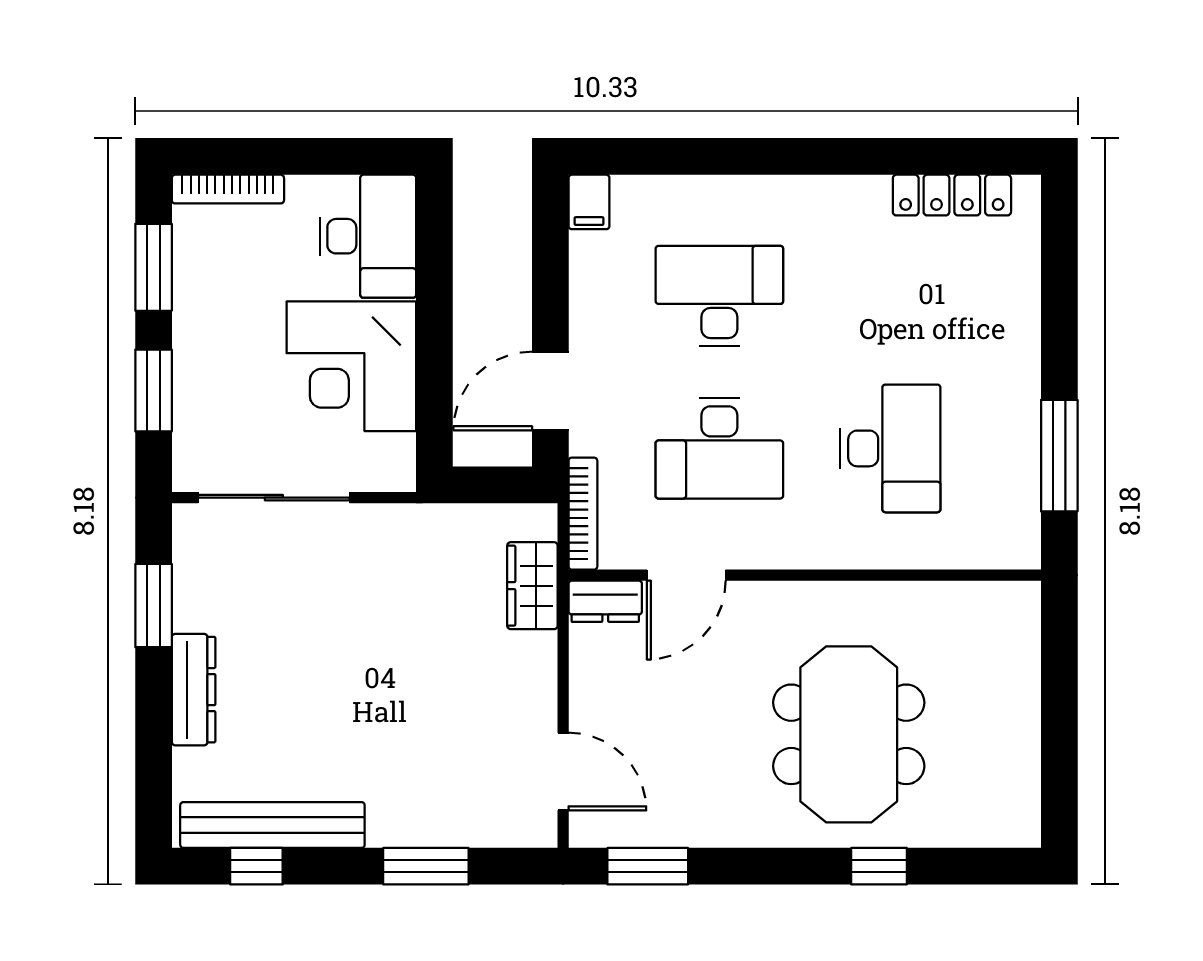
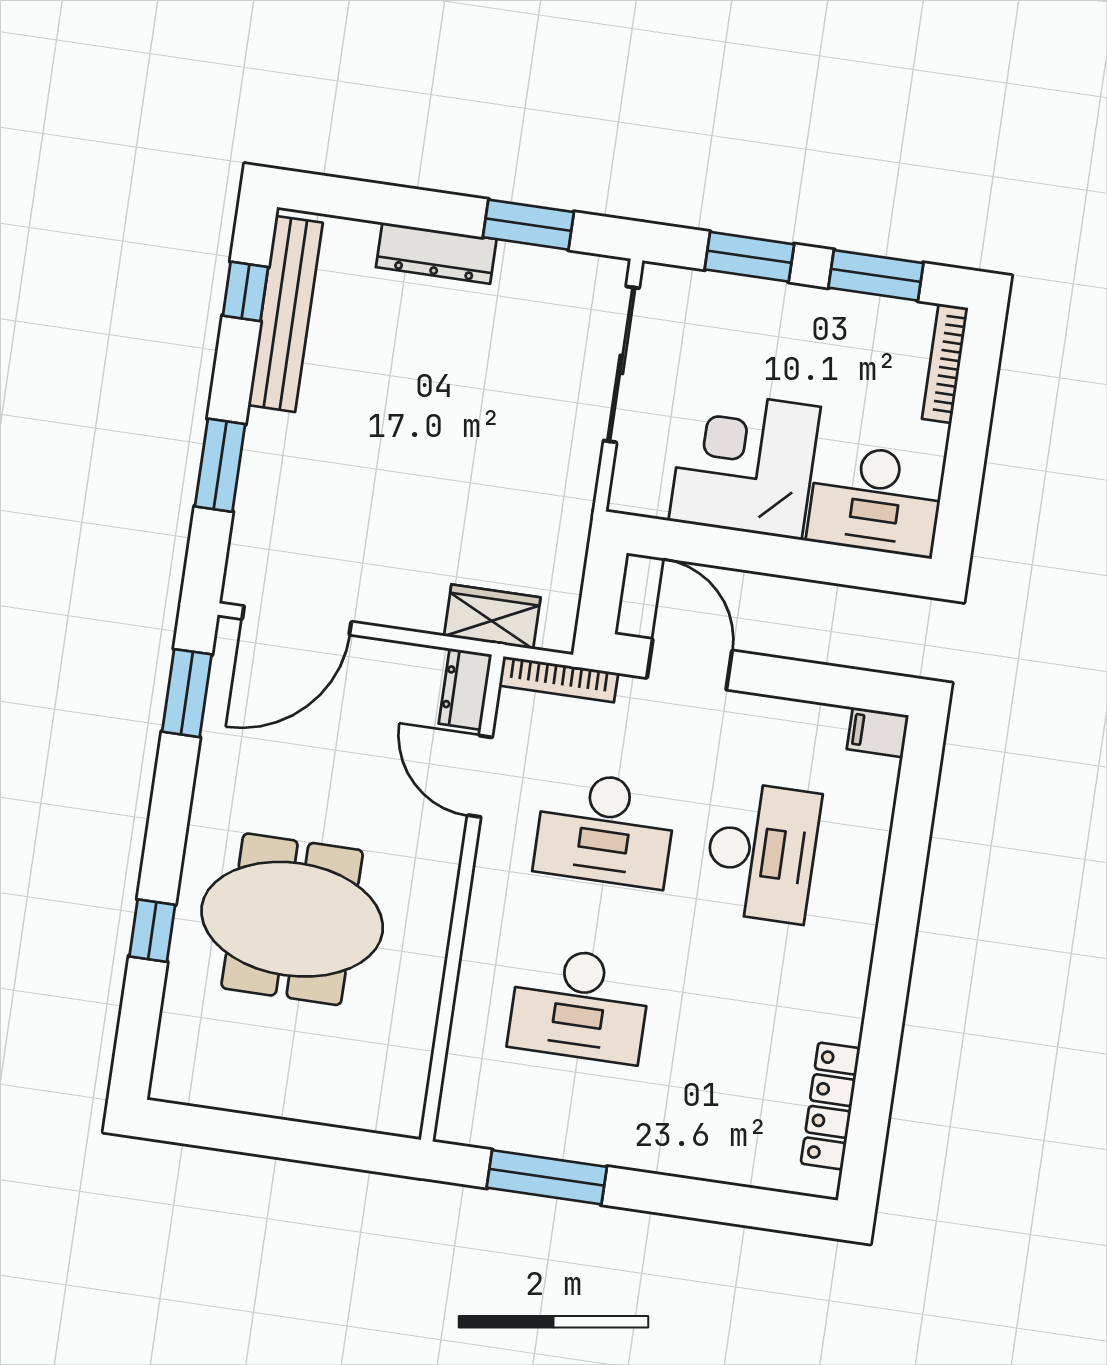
desk: (719, 448) -> (605, 829), turned -90
door: (563, 772) -> (297, 620), width x1.36

